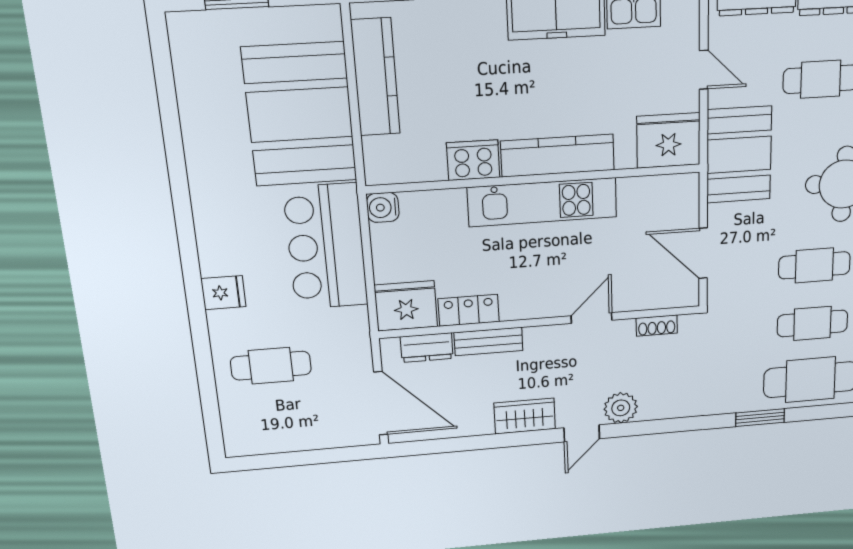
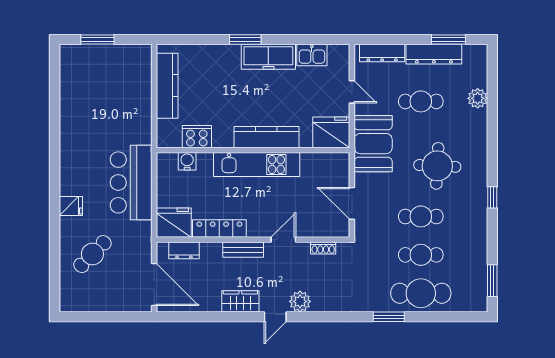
booth: (300, 115) -> (124, 104), removed
cooker: (473, 160) -> (197, 137), moved
water cooler: (383, 207) -> (187, 161), moved, turned 90
locker: (469, 310) -> (219, 229), width x1.53
bench: (488, 341) -> (243, 250), moved
cafe table: (271, 366) -> (92, 254), turned -45

